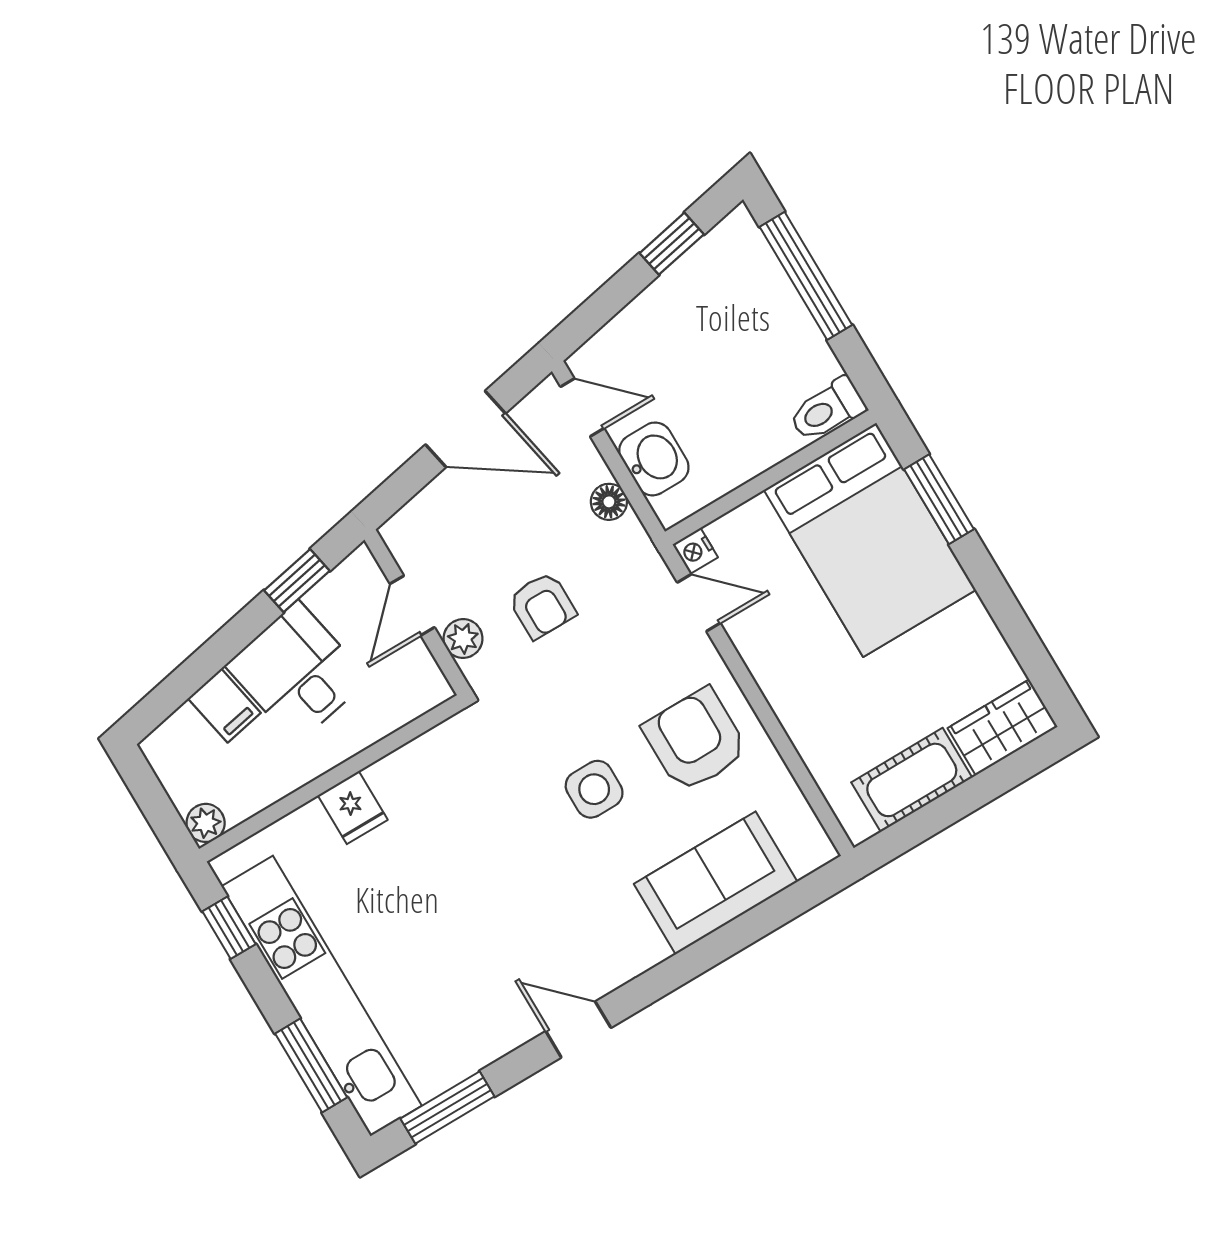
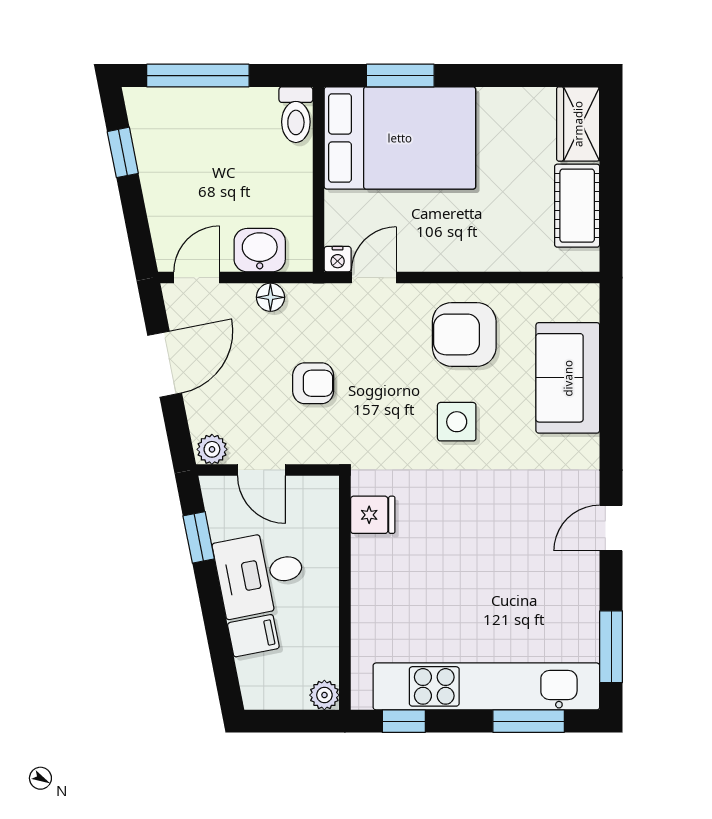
plant: (463, 639) -> (212, 449), moved
fridge: (353, 808) -> (373, 515), moved

